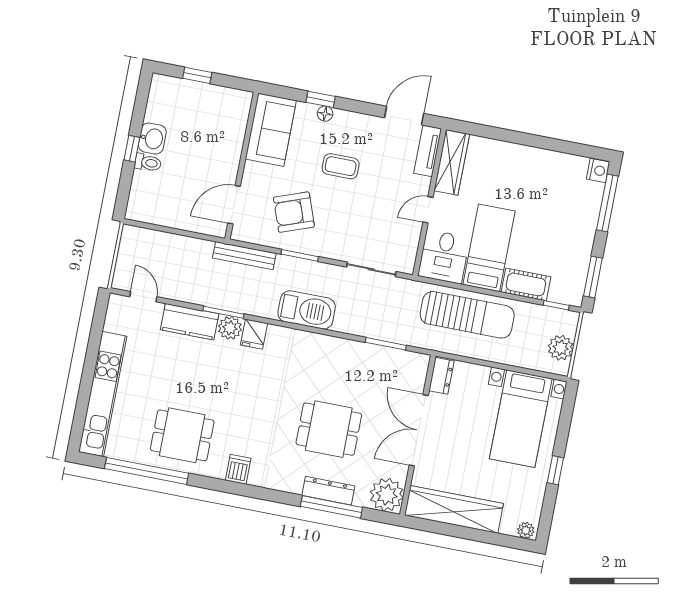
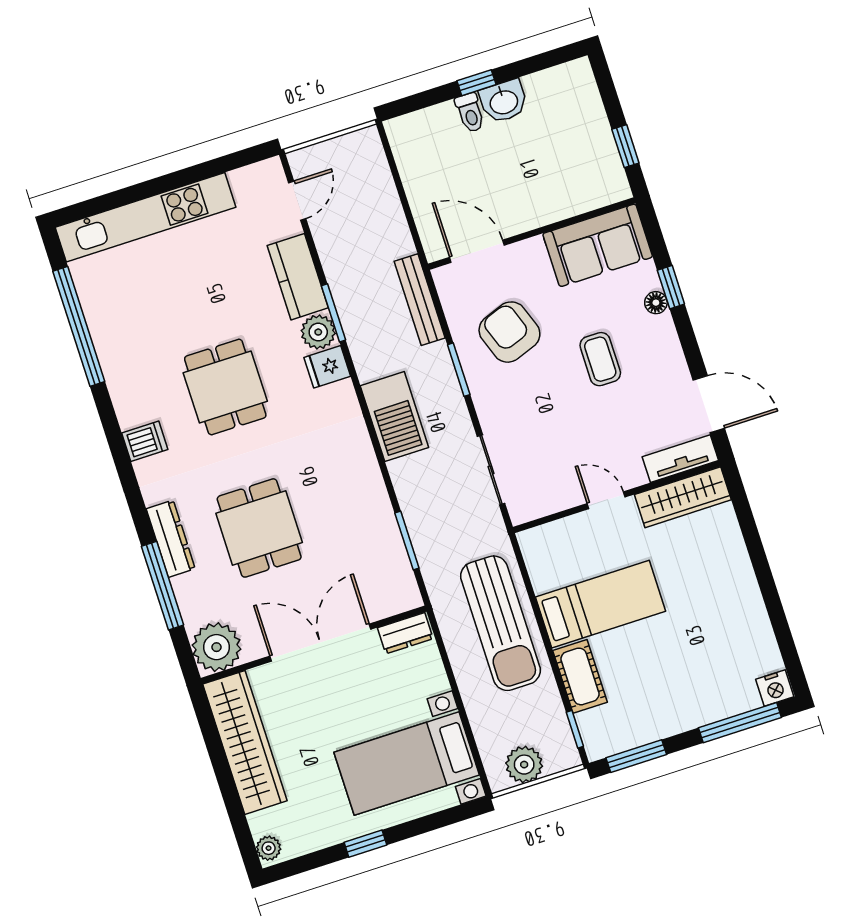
window: (197, 75) -> (625, 146), moved
desk: (444, 257) -> (558, 553), removed
dining table: (182, 435) -> (225, 387), moved
dresser: (328, 491) -> (171, 539), moved

